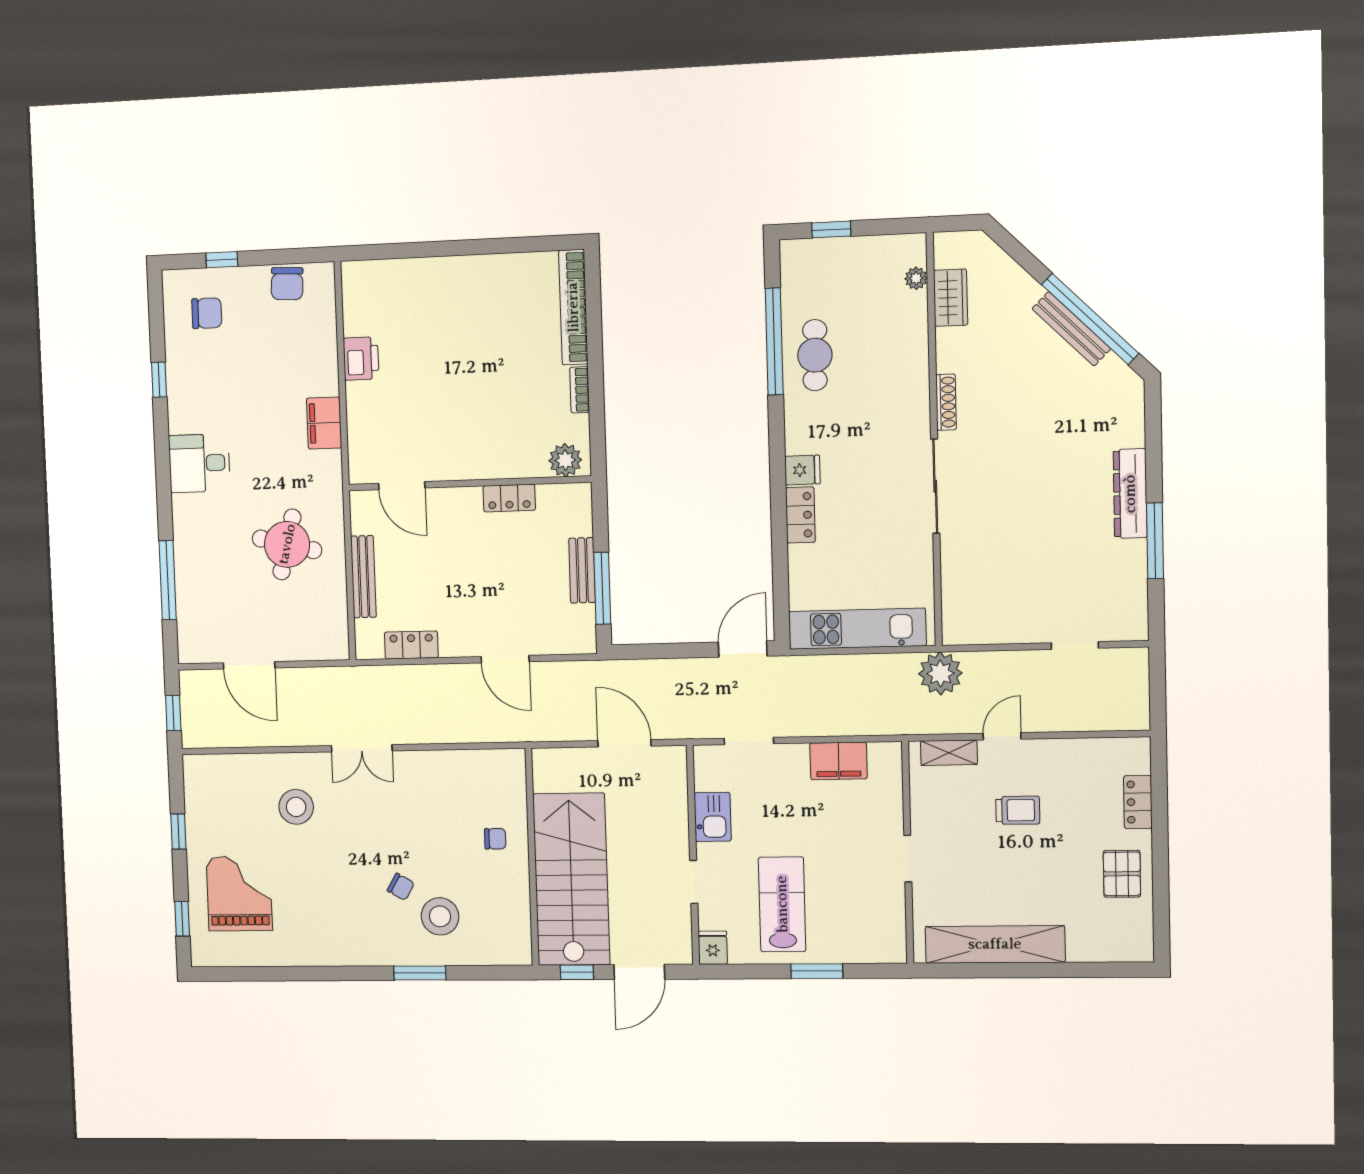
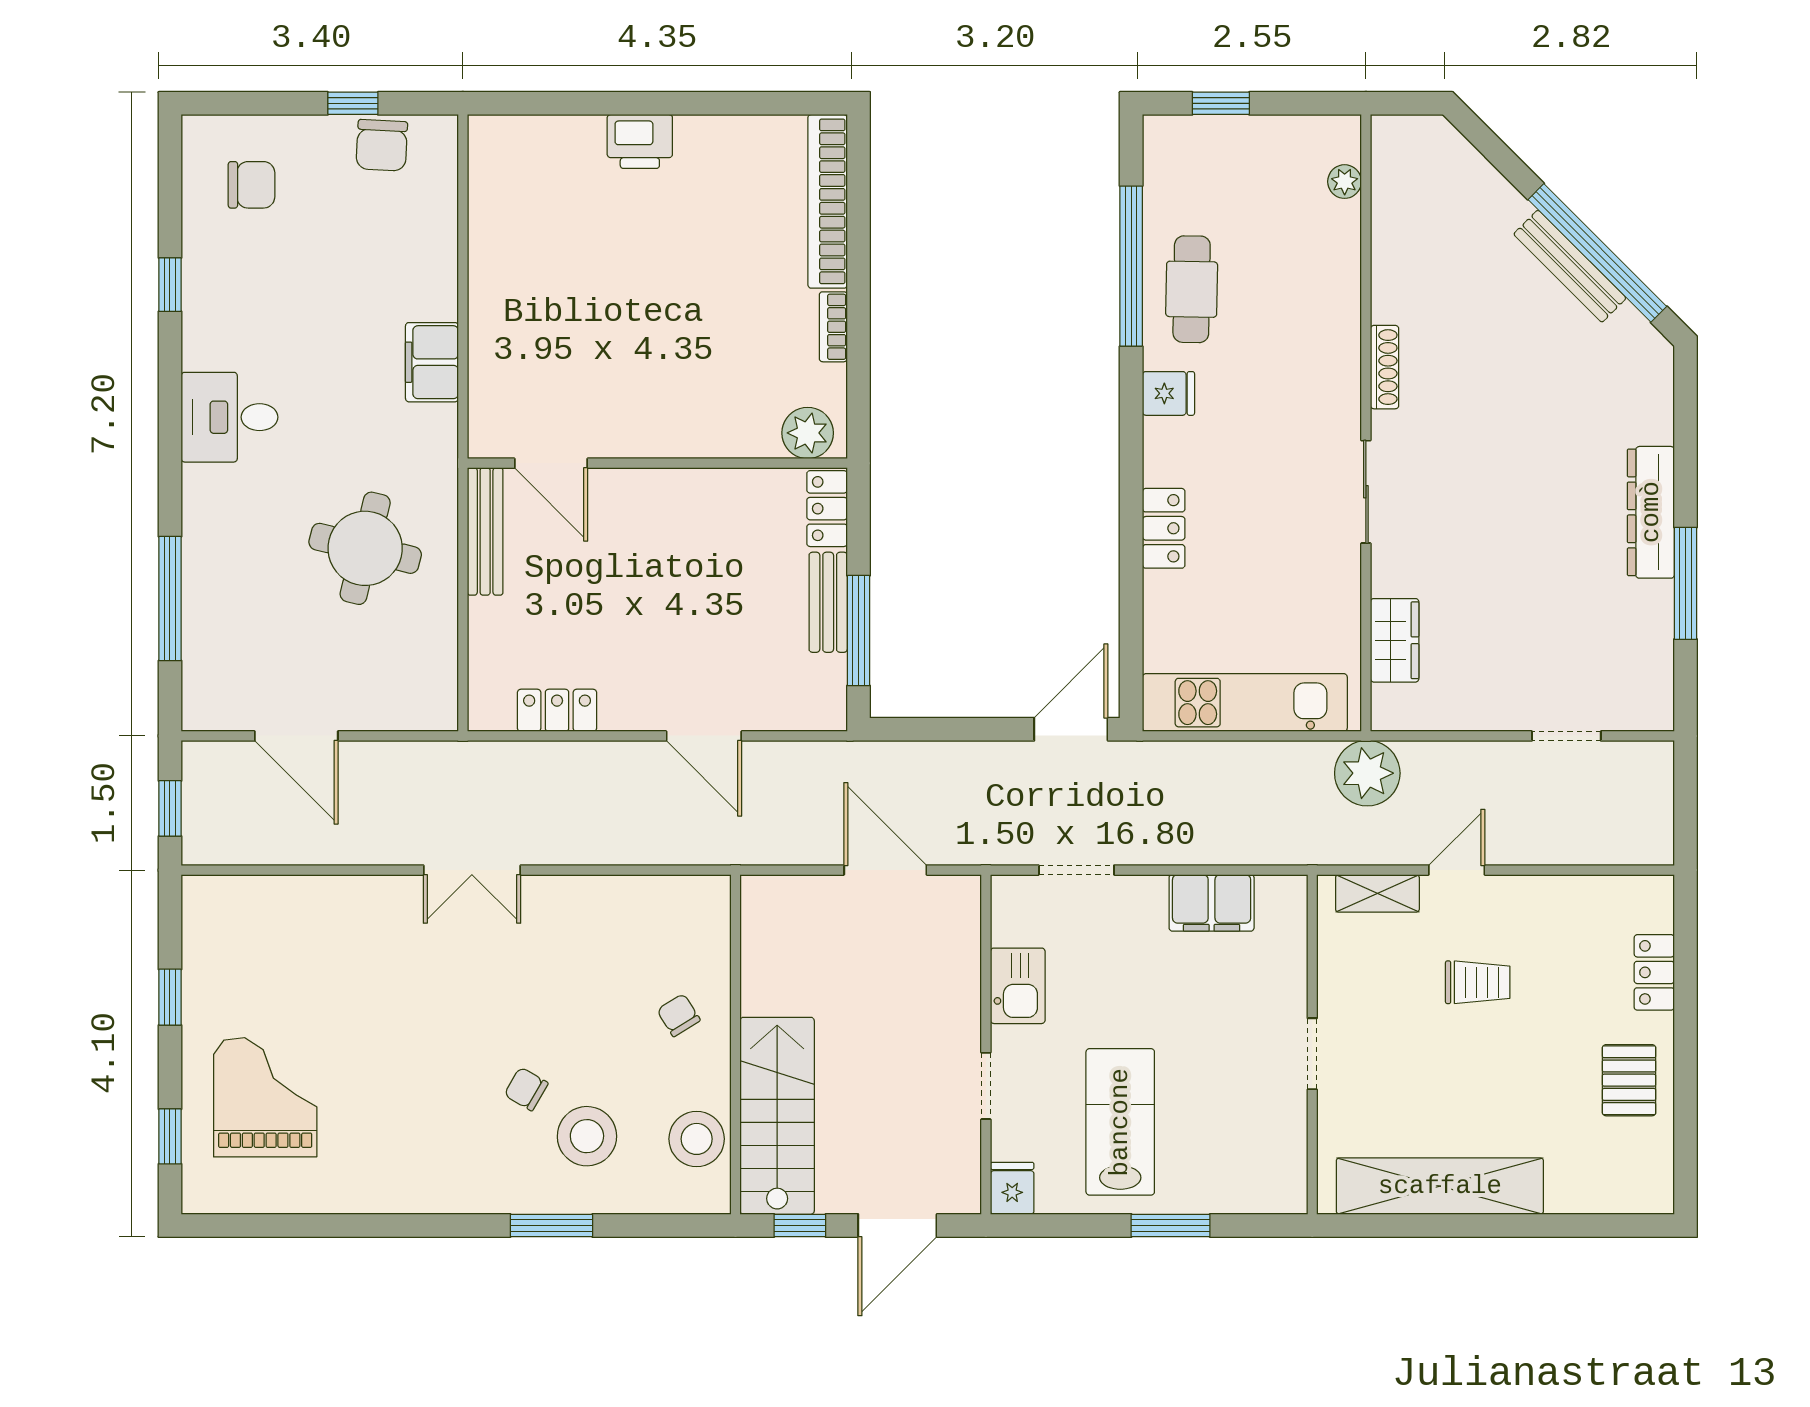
window: (222, 260) -> (353, 103), moved
wardrobe: (951, 298) -> (1395, 640), moved
printer: (361, 359) -> (640, 141), moved, turned 90
fridge: (802, 470) -> (1168, 393), moved
sliding door: (935, 486) -> (1366, 492), width x0.73
locker: (509, 498) -> (827, 509), moved, turned 90
bench: (363, 577) -> (485, 531), moved
stool: (296, 807) -> (697, 1139), moved
chair: (495, 839) -> (679, 1015), turned -122
stairs: (571, 879) -> (777, 1116), width x0.73, depth x0.66
chair: (401, 887) -> (526, 1089), turned 180

